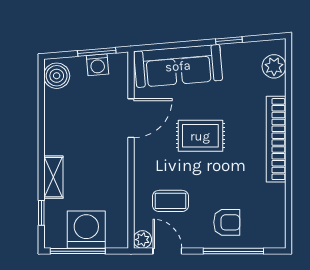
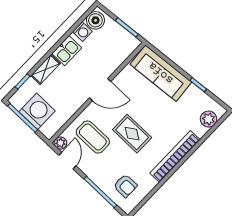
washing machine: (98, 65) -> (82, 32), moved, turned -85
door: (131, 118) -> (100, 90), moved
kitchen sink: (57, 136) -> (67, 51), added
rug: (200, 136) -> (132, 134), moved
coffee table: (171, 201) -> (93, 137), width x1.36, depth x1.30
armchair: (227, 222) -> (125, 186), moved

